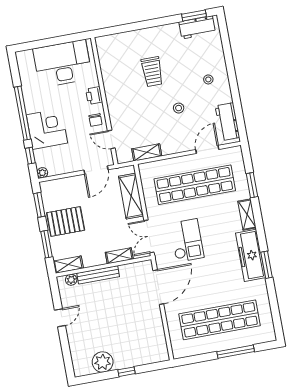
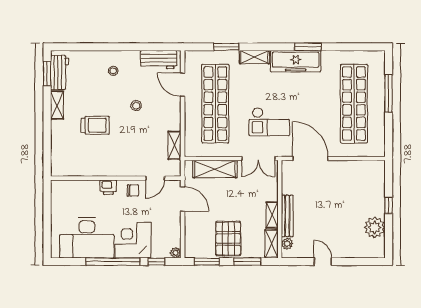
shelving: (165, 31) -> (57, 105), added
desk: (63, 64) -> (87, 238), moved, turned -90
checkout: (187, 240) -> (269, 122), turned 180
shelving: (119, 256) -> (272, 215), moved

